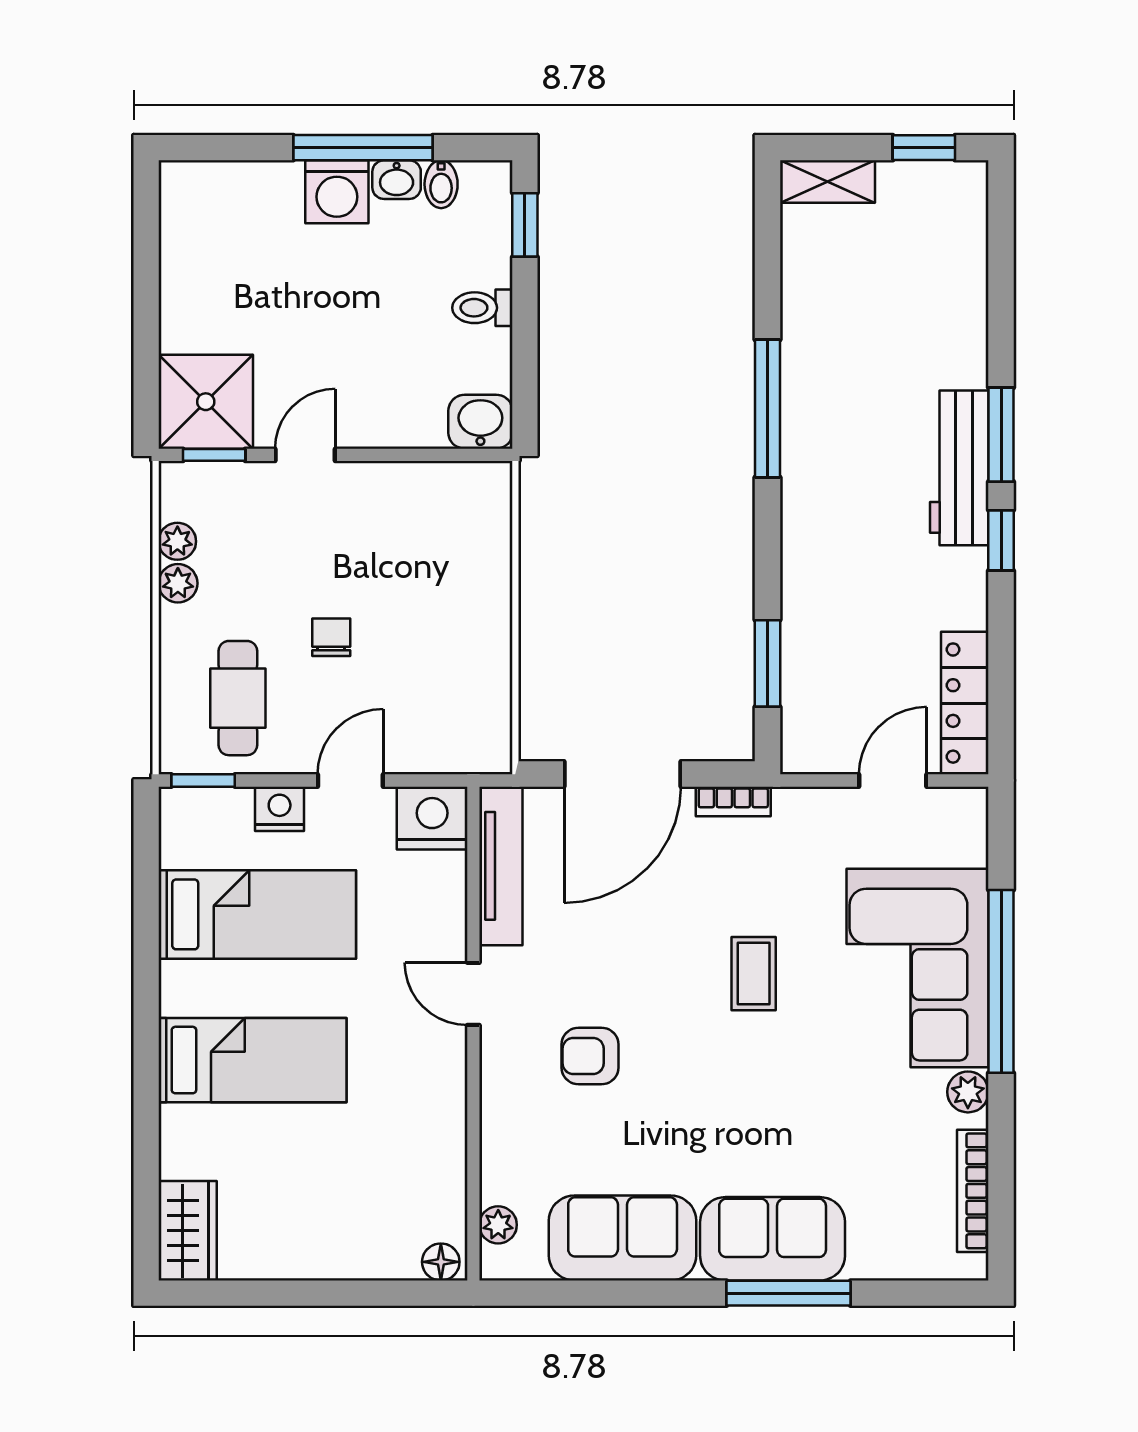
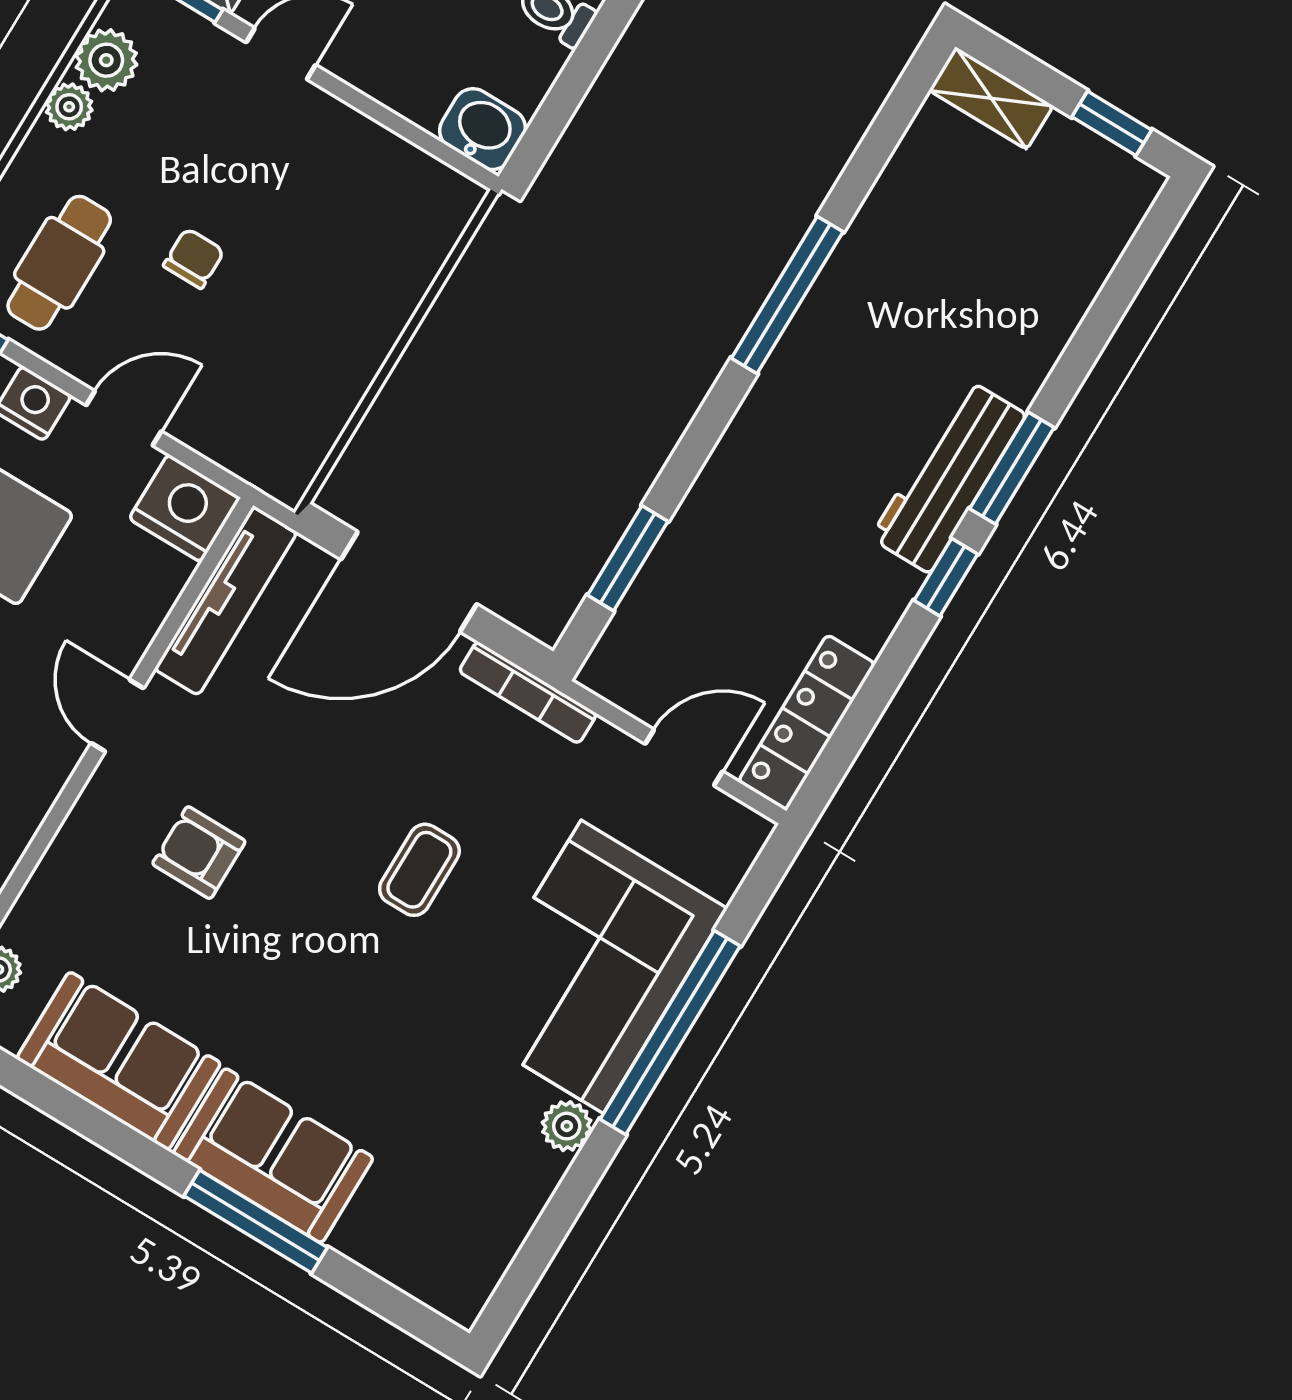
plant: (177, 541) -> (106, 60), width x1.38, depth x1.38
bookcase: (733, 801) -> (528, 693), width x1.56
bookcase: (973, 1191) -> (510, 1231), removed

